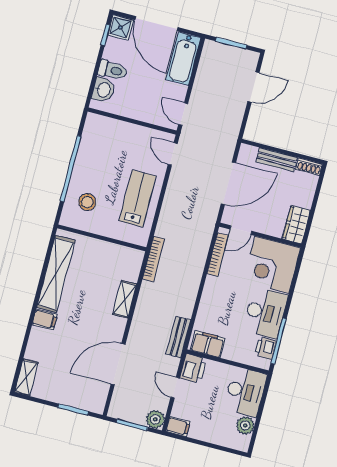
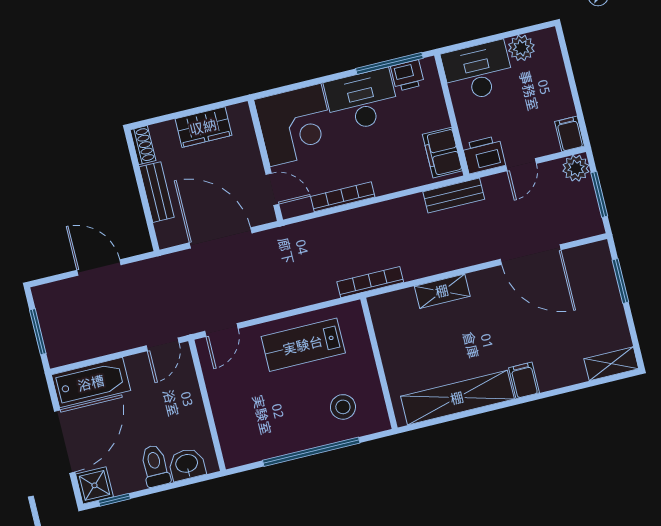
door: (253, 87) -> (99, 268), moved
wardrobe: (296, 224) -> (203, 127), moved
bookcase: (218, 254) -> (343, 197), moved

